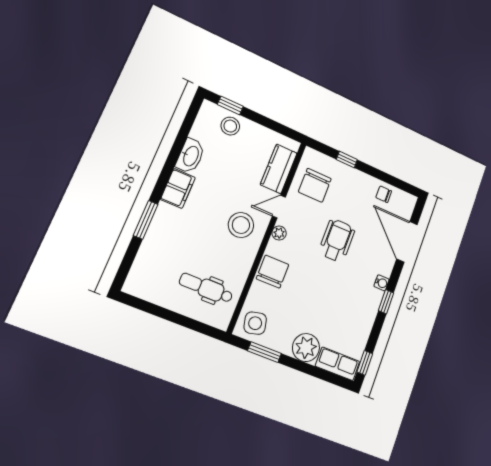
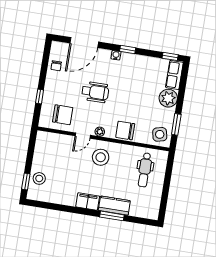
washbasin: (190, 156) -> (65, 199), removed
kitchen counter: (279, 169) -> (114, 206), moved, turned 180
door: (279, 207) -> (83, 136), hinge flipped
wheelchair: (337, 240) -> (95, 92), turned 180

